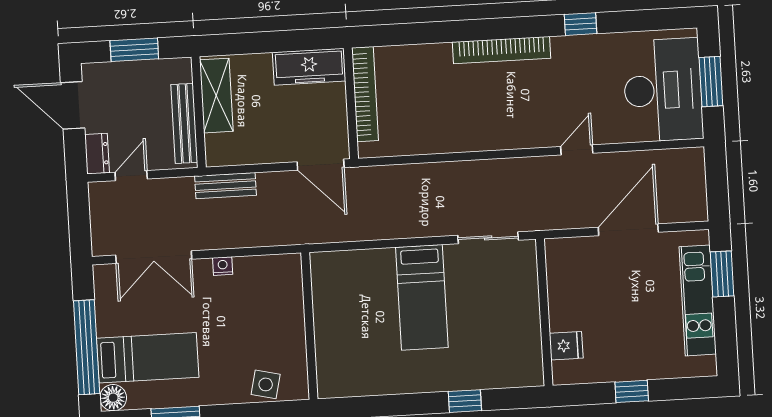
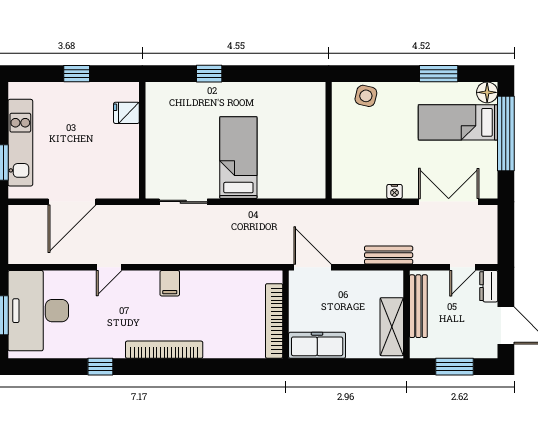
filing cabinet: (499, 134) -> (170, 283), added

